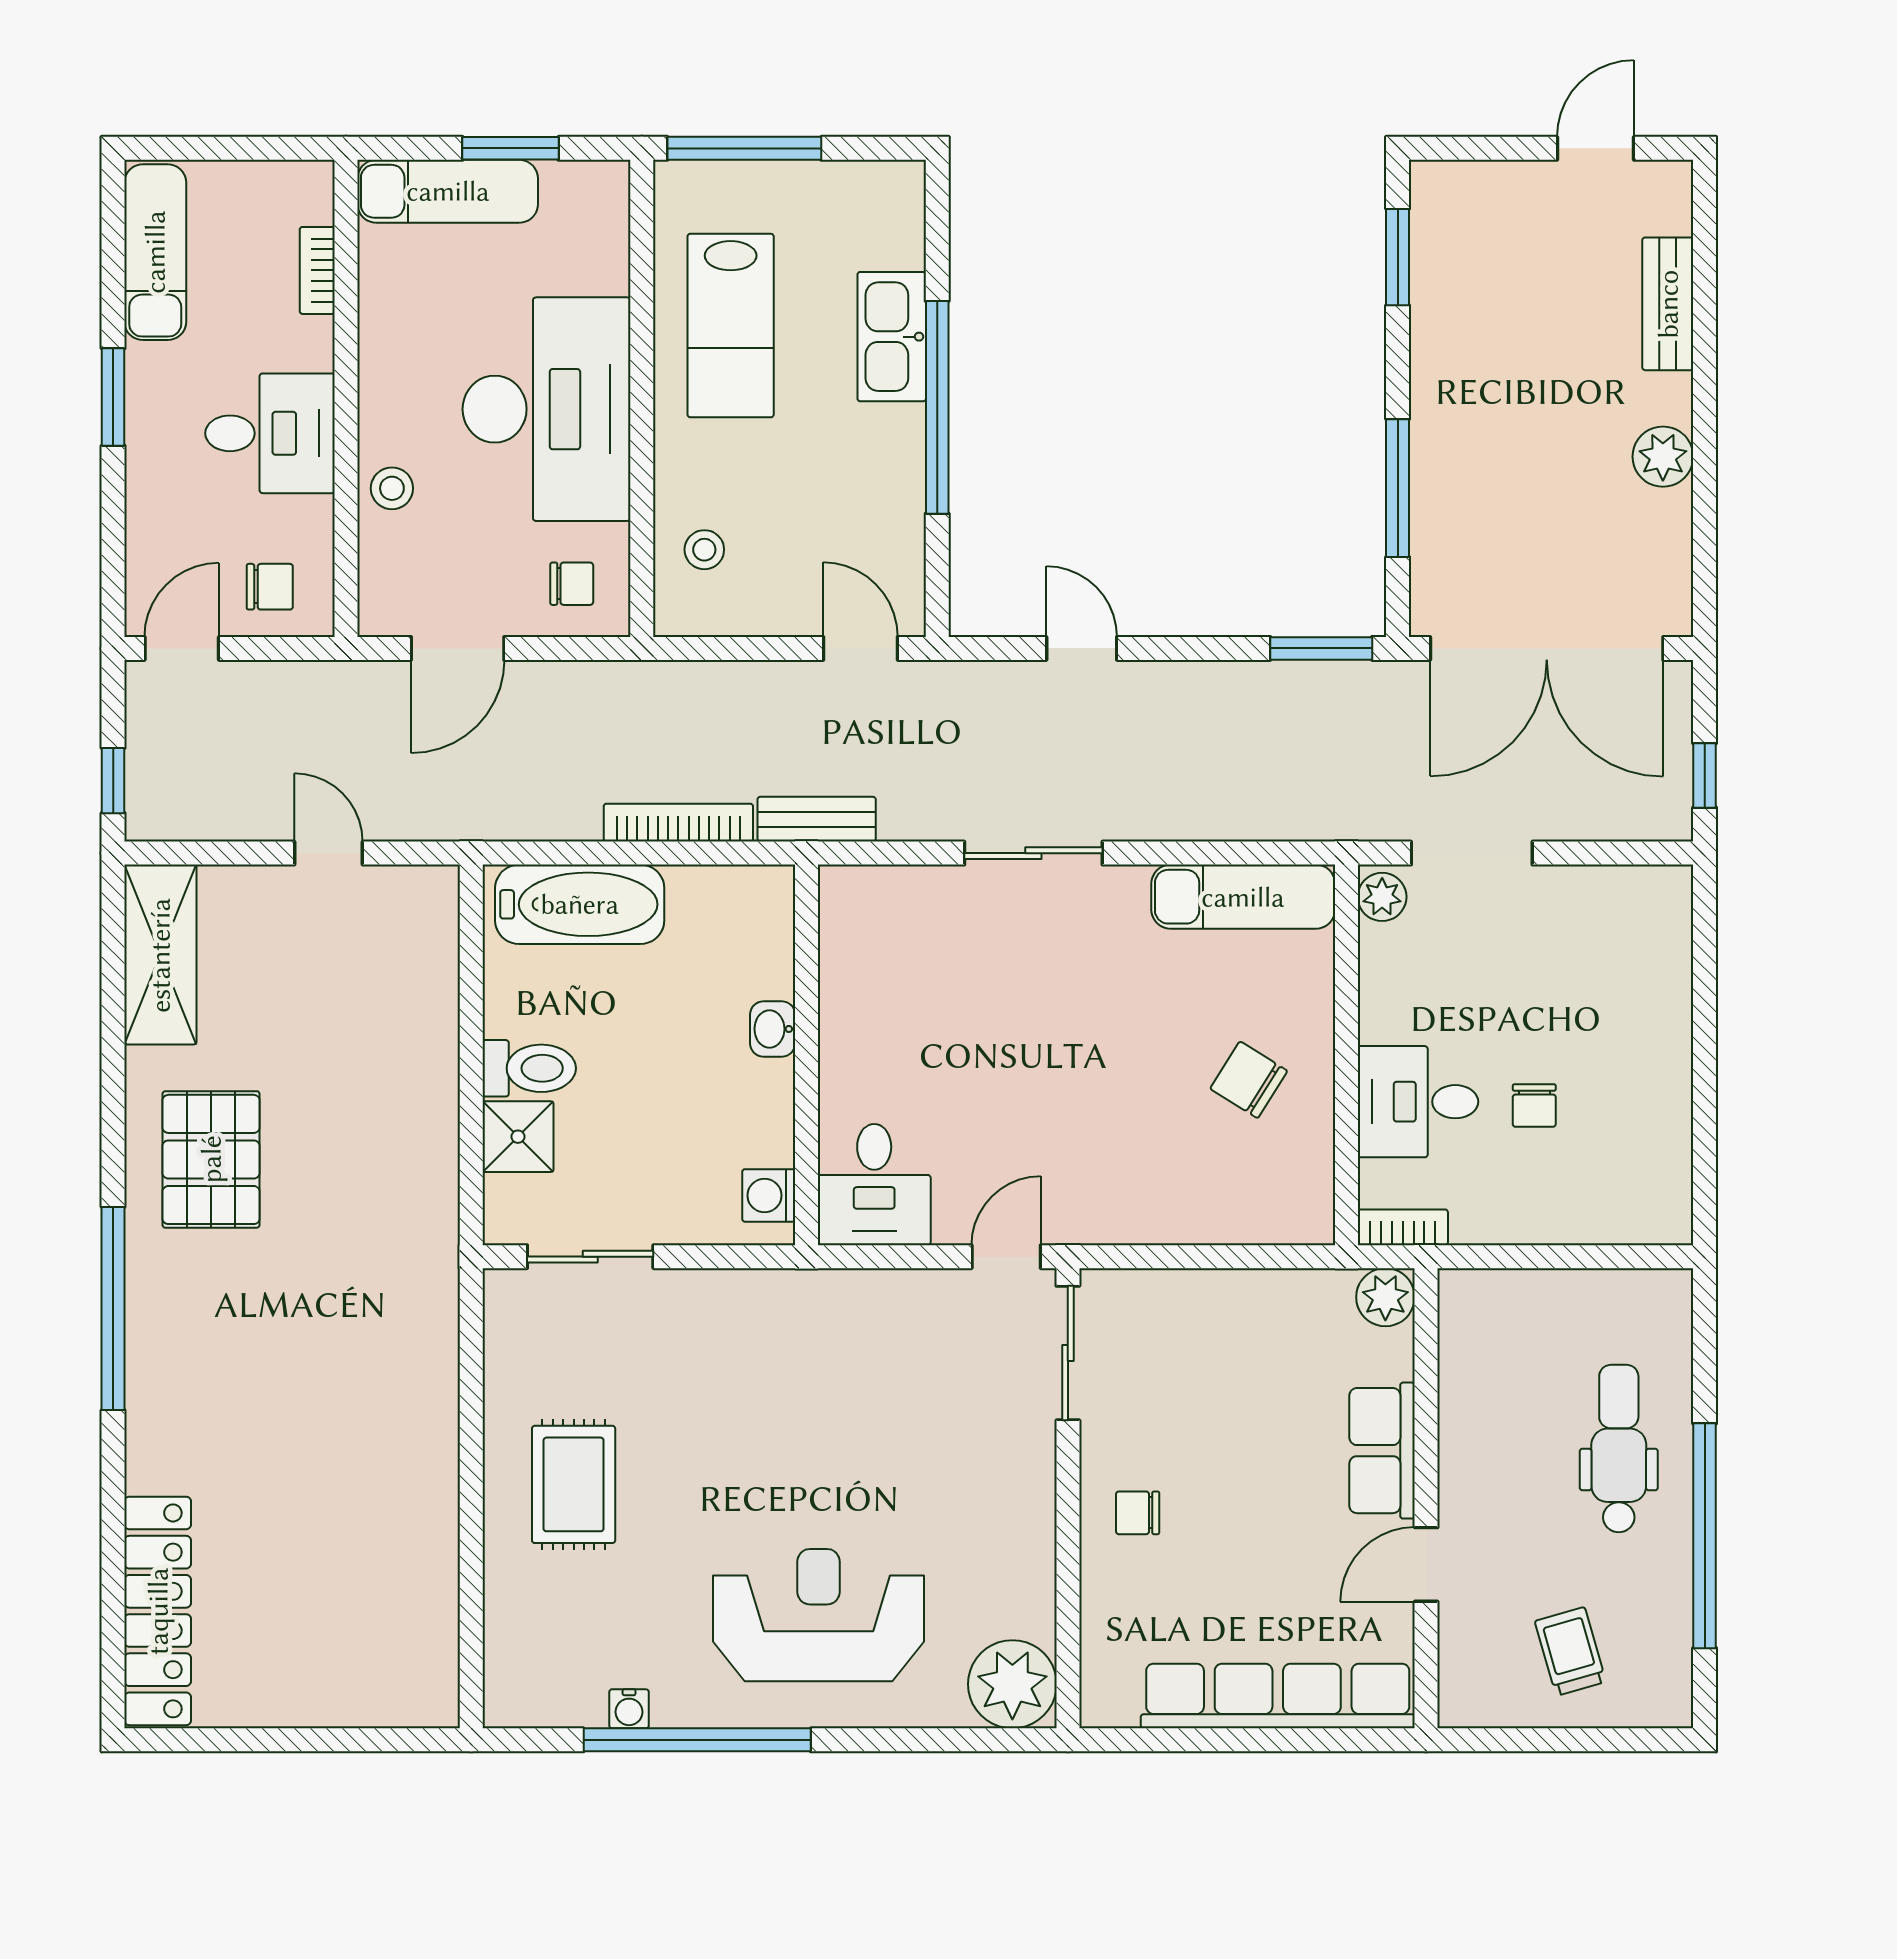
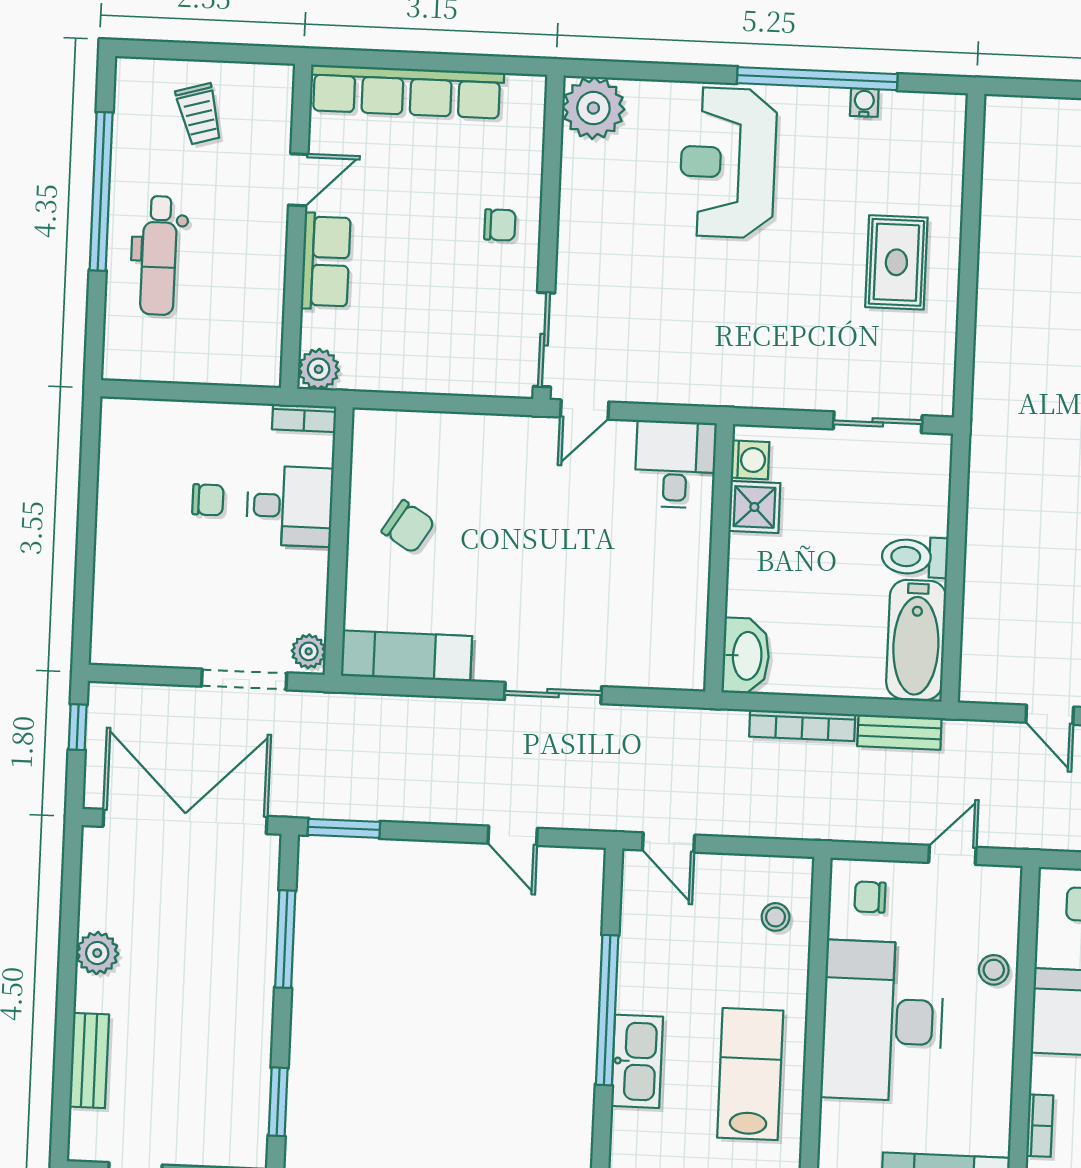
door: (458, 648) -> (952, 855), width x0.73
bench: (817, 819) -> (899, 732), moved
bathtub: (580, 904) -> (916, 640), moved, turned -90
washbasin: (773, 1029) -> (746, 656), moved, width x1.91, depth x1.45
chair: (1534, 1105) -> (208, 500), turned 90
shower: (518, 1137) -> (754, 507), moved
reception desk: (819, 1615) -> (728, 163), turned 90

